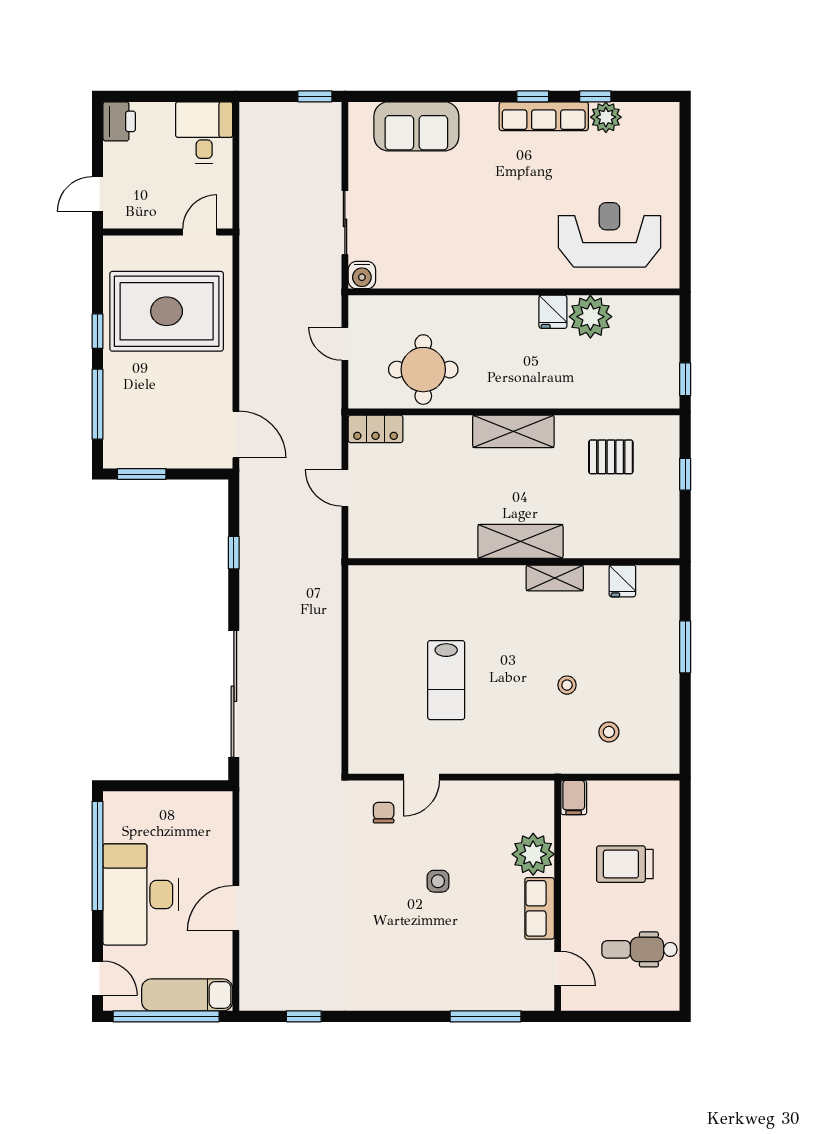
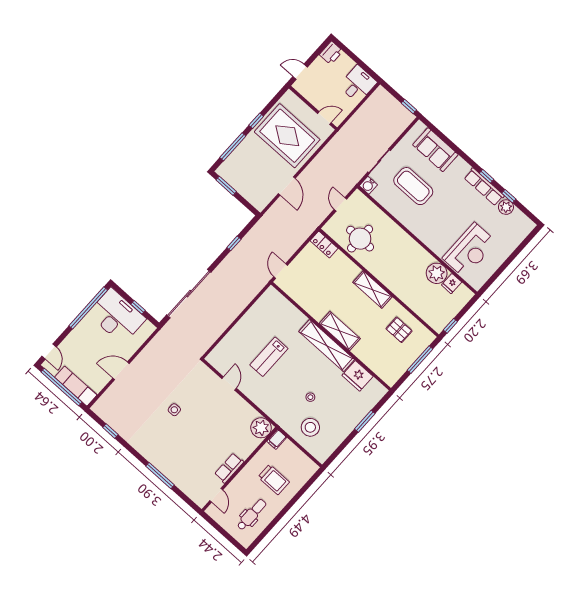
coffee table: (433, 214) -> (413, 186), added
reception desk: (609, 235) -> (470, 250), turned 90
fridge: (553, 312) -> (452, 284), moved
door: (236, 434) -> (287, 186), moved
window: (685, 474) -> (420, 360), width x2.17
door: (345, 488) -> (281, 271), moved
shelving: (555, 578) -> (327, 346), width x2.20, depth x1.33
fridge: (622, 581) -> (358, 376), width x1.88, depth x1.34
stool: (609, 732) -> (310, 427), width x1.89, depth x1.89
door: (422, 777) -> (229, 383), swing flipped
window: (174, 786) -> (138, 307), added
chair: (384, 813) -> (204, 384), removed
plant: (533, 854) -> (261, 428), moved
trolley: (625, 864) -> (274, 480), turned 180
side table: (438, 881) -> (174, 410), moved
desk: (141, 894) -> (117, 316), moved, turned 90
dental chair: (639, 949) -> (252, 515), turned 90
window: (486, 1016) -> (160, 476), moved

